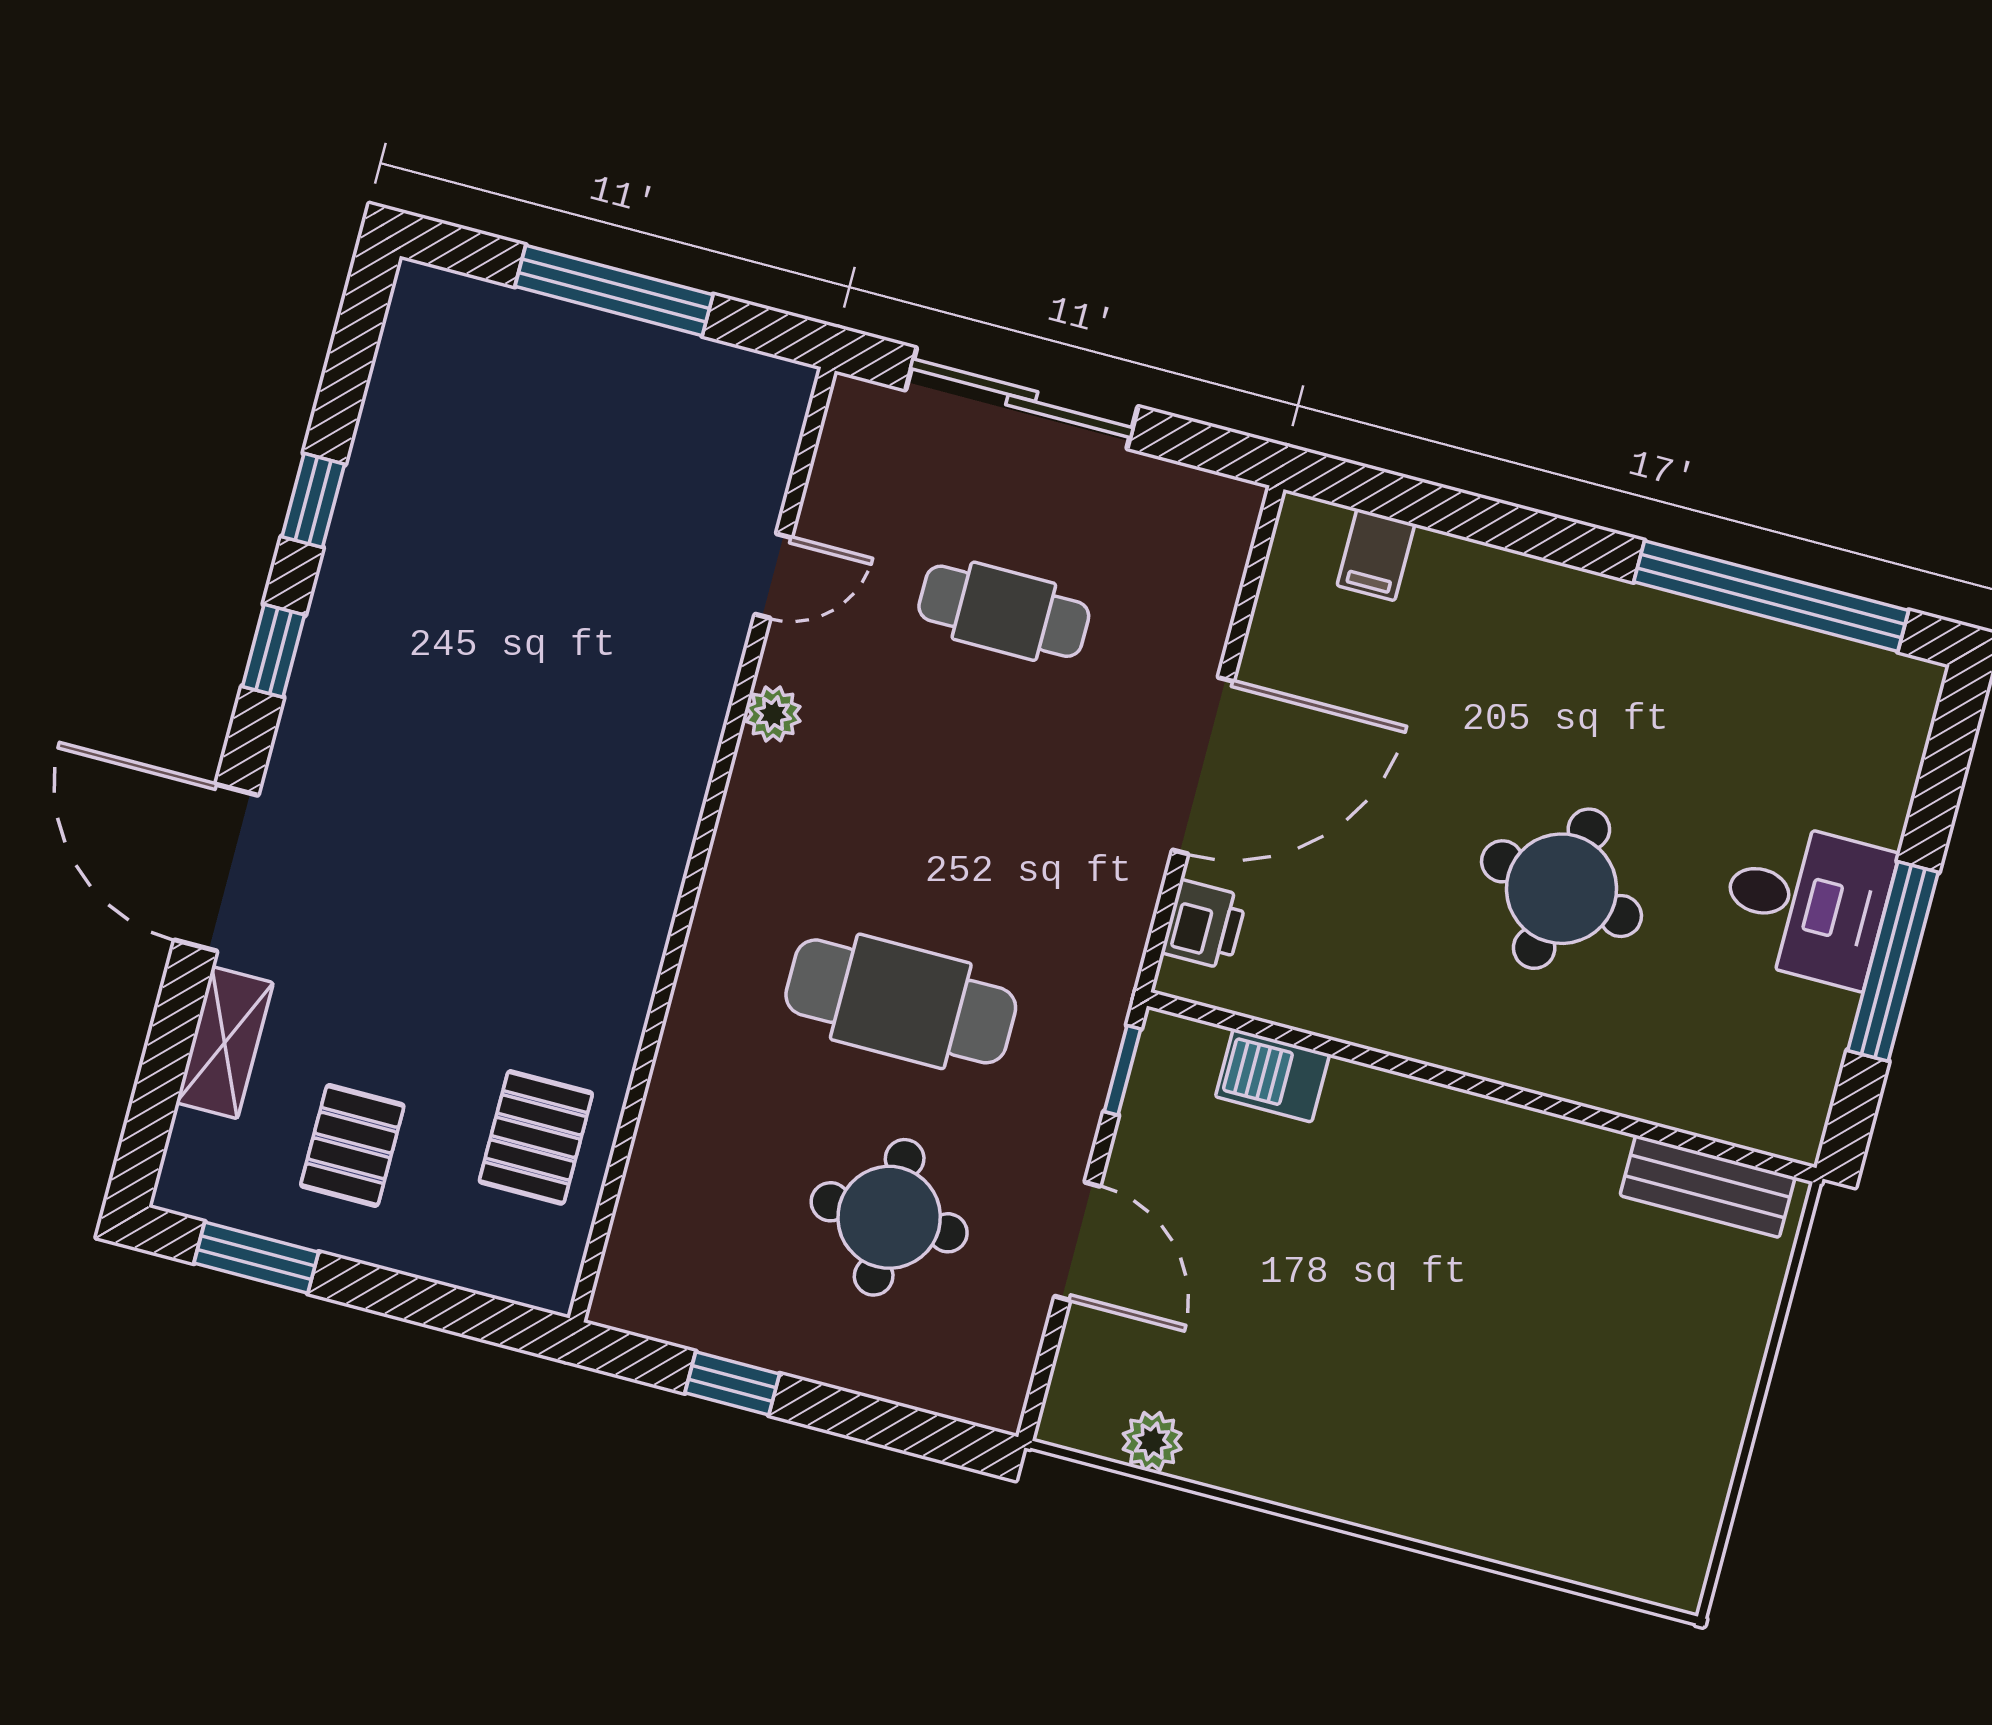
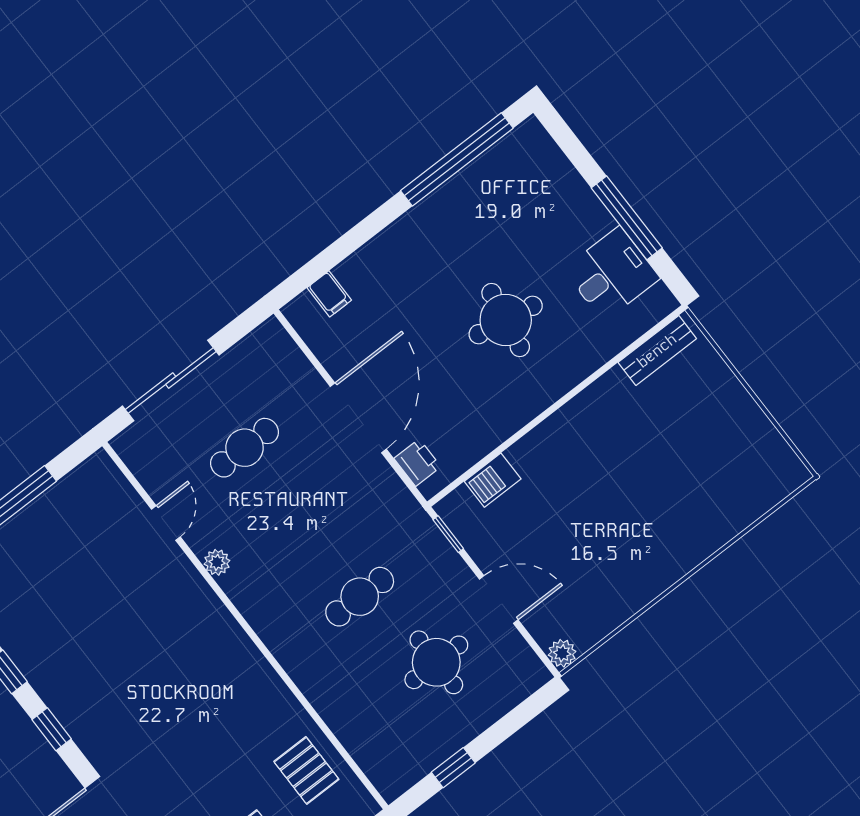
desk: (1806, 903) -> (612, 274), moved
cafe table: (901, 1001) -> (360, 597), width x0.73, depth x0.74
plant: (1152, 1441) -> (562, 653), moved

